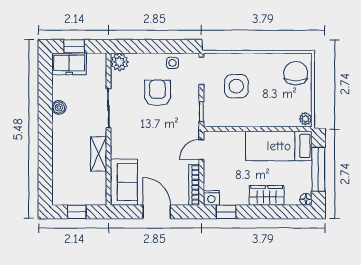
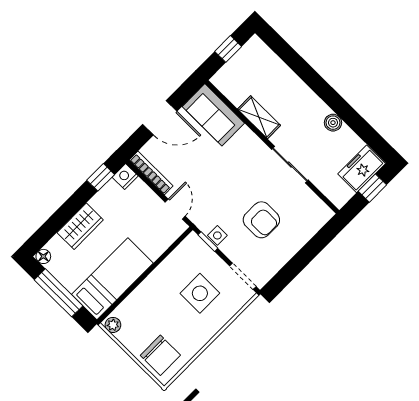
plant: (119, 62) -> (320, 214), removed
side table: (172, 63) -> (217, 235), moved

